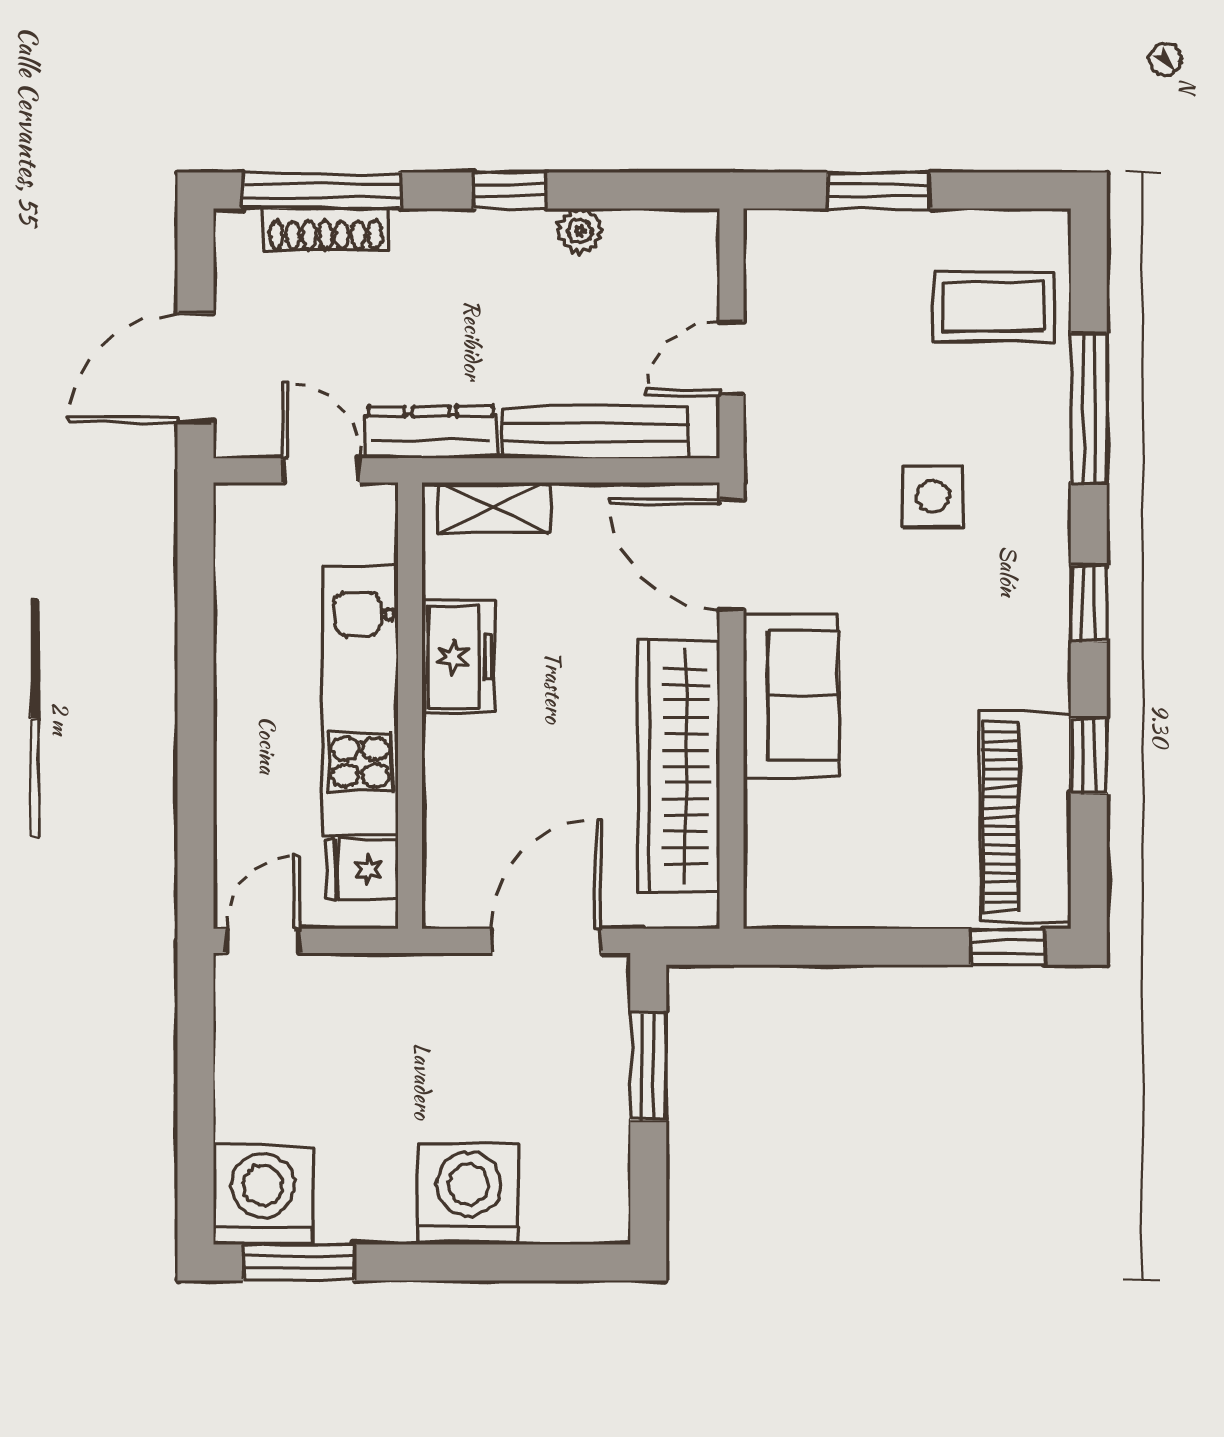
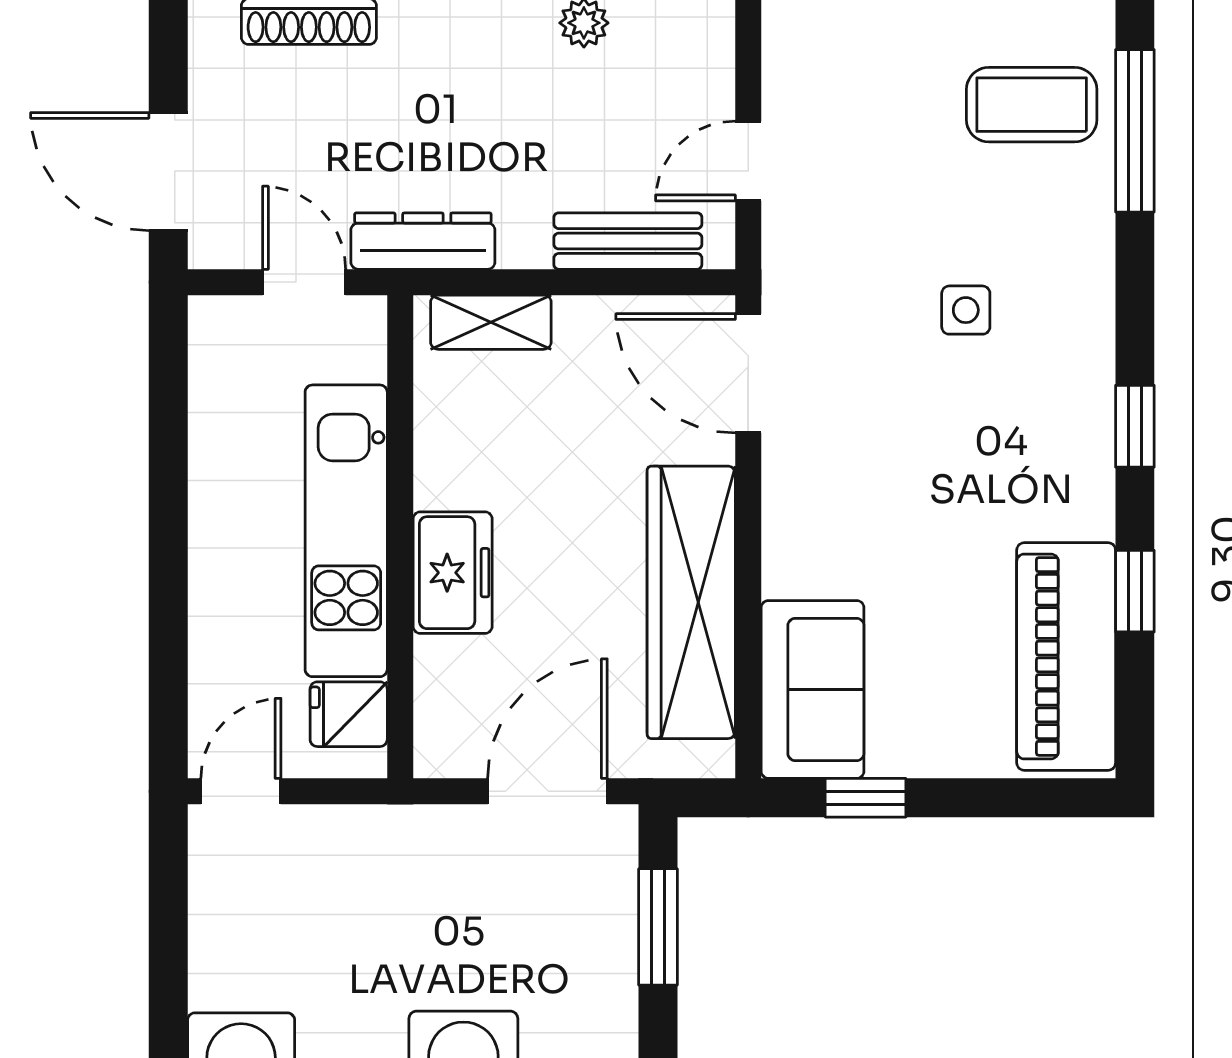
door: (196, 368) -> (168, 172), hinge flipped
window: (1089, 409) -> (1135, 131), moved
bench: (596, 432) -> (628, 241), width x0.73
side table: (933, 496) -> (966, 310), width x0.73, depth x0.73
freezer: (458, 657) -> (453, 573), moved
sofa: (791, 696) -> (813, 689), moved
window: (1008, 947) -> (866, 798), moved

